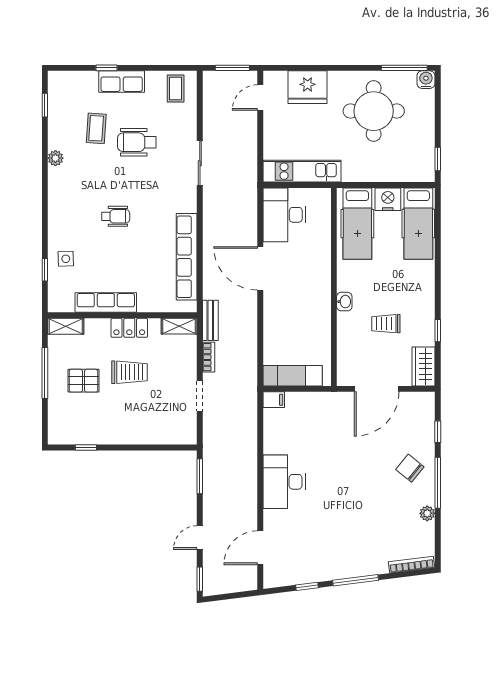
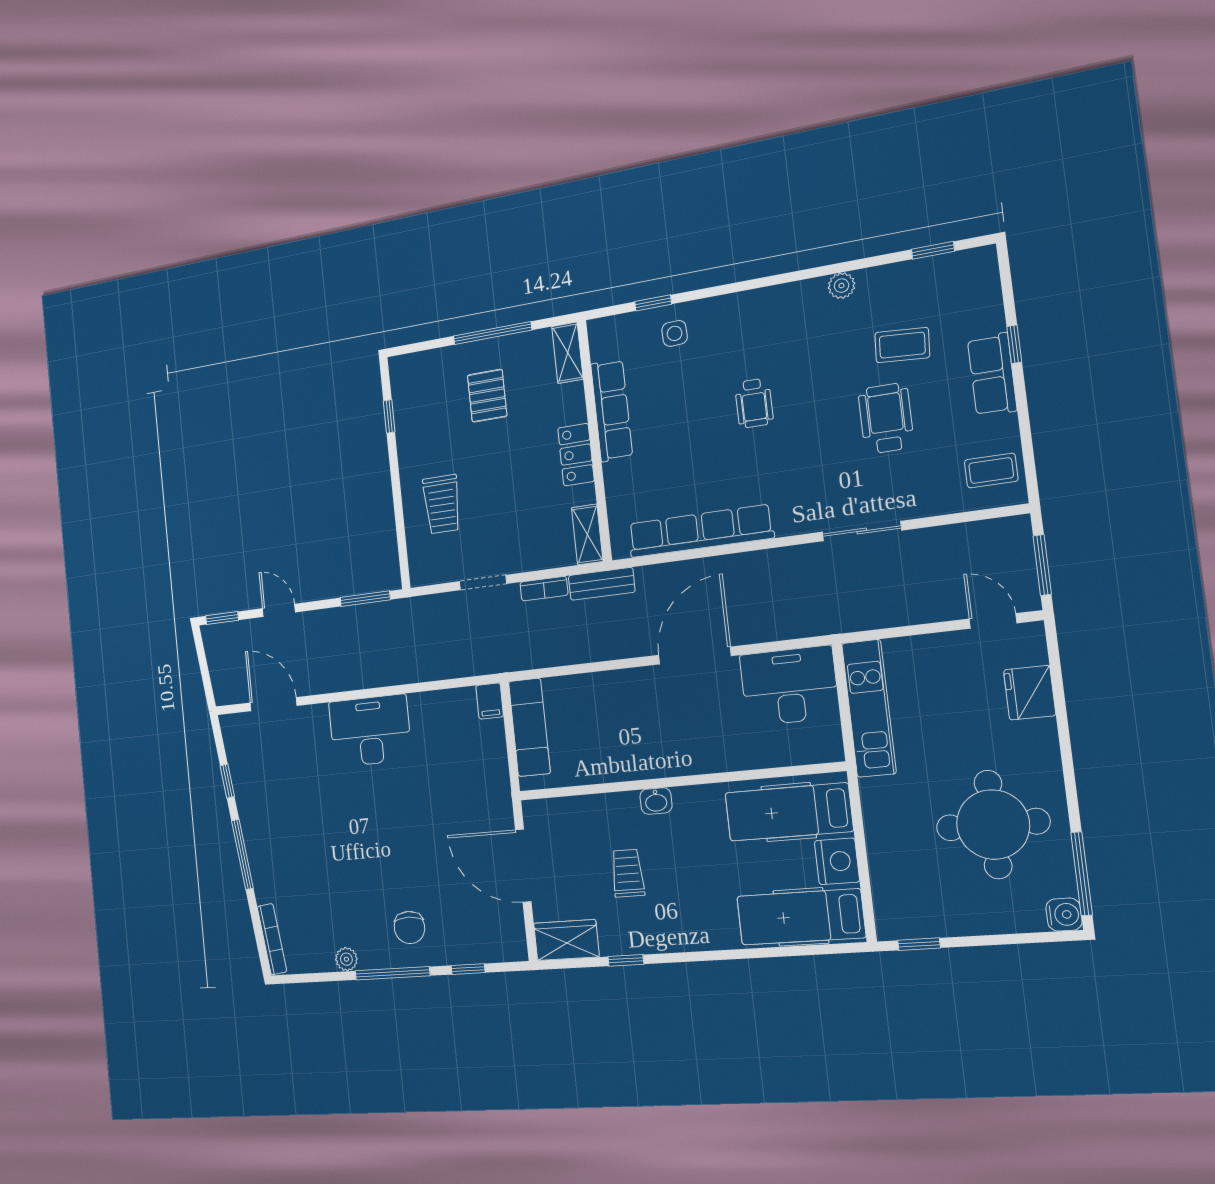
fridge: (308, 87) -> (1030, 693), width x0.73, depth x0.75
trolley: (129, 372) -> (442, 504), moved
chair: (410, 468) -> (409, 927), turned 141

